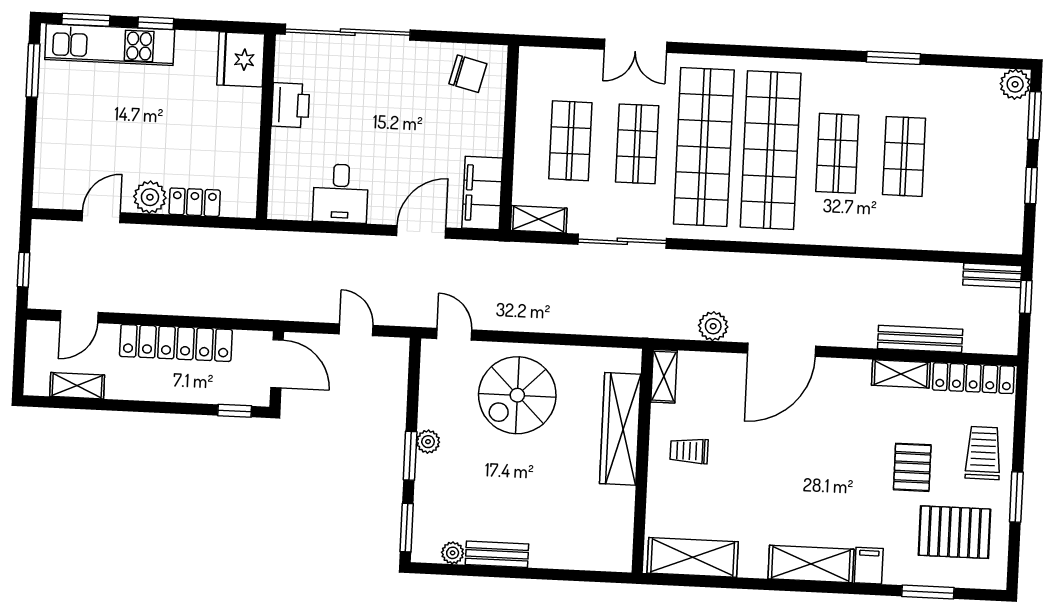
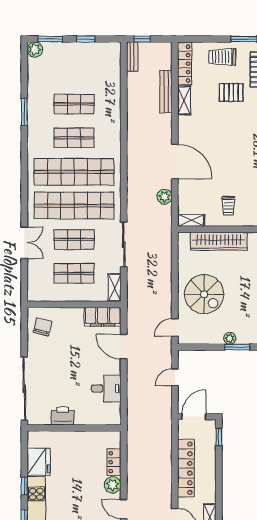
fridge: (241, 59) -> (39, 462), moved, turned -90

